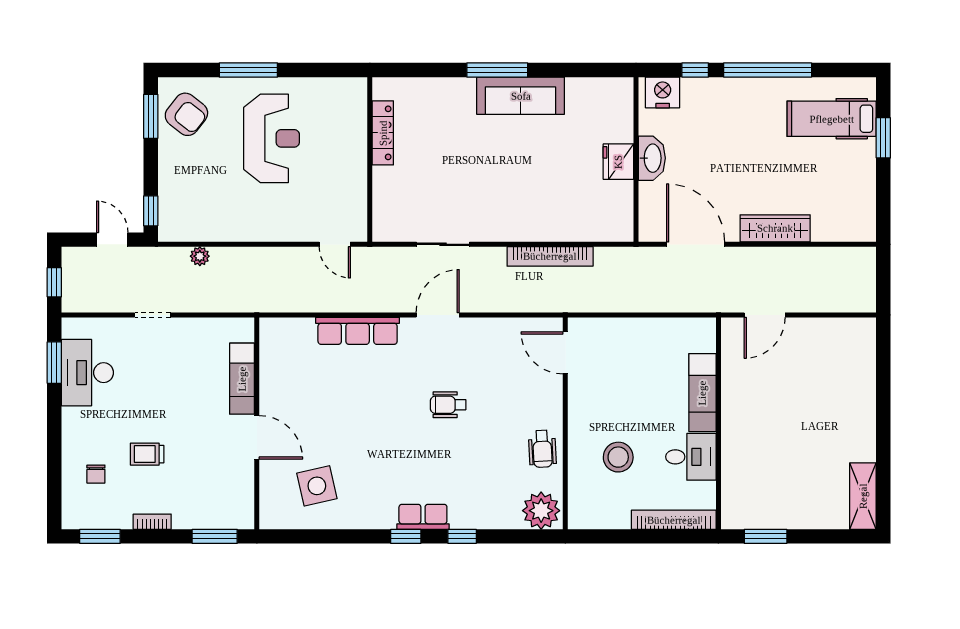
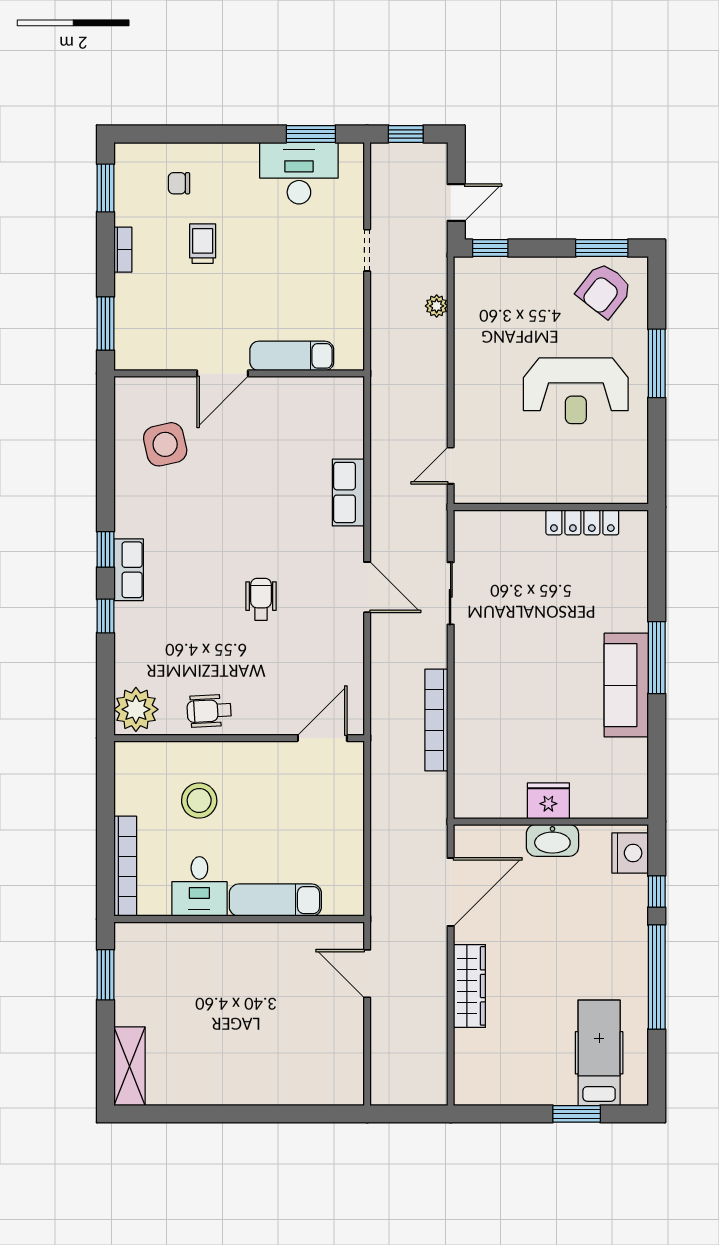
row of seats: (358, 331) -> (348, 492), width x0.68
shelving: (863, 496) -> (130, 1066), moved, turned 90

